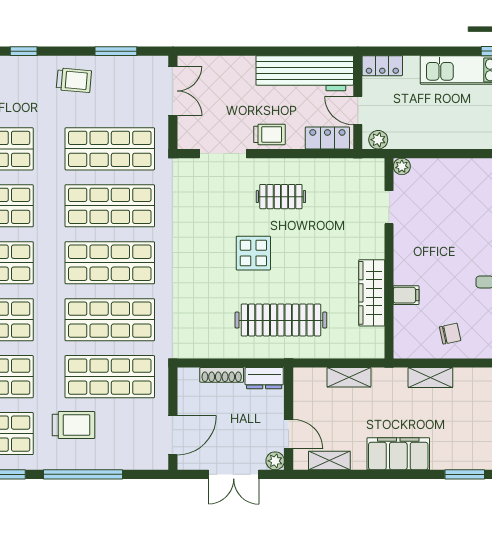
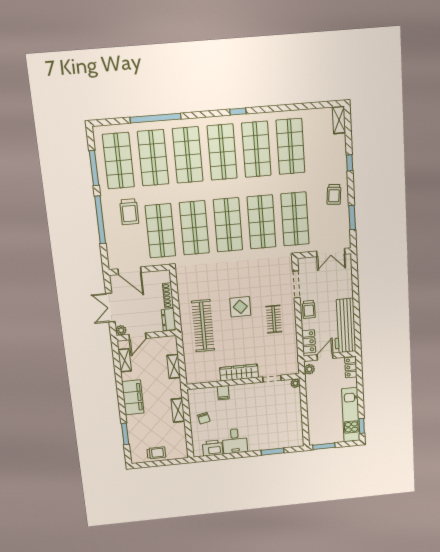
wardrobe: (372, 293) -> (239, 373), moved

